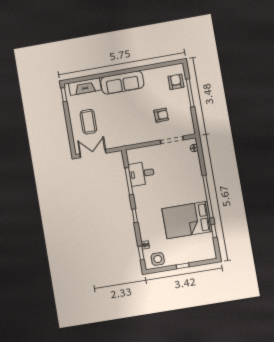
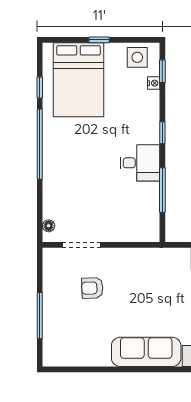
armchair: (176, 82) -> (59, 338), removed
desk: (142, 174) -> (140, 163), moved
bed: (187, 220) -> (78, 80), moved, turned 90

